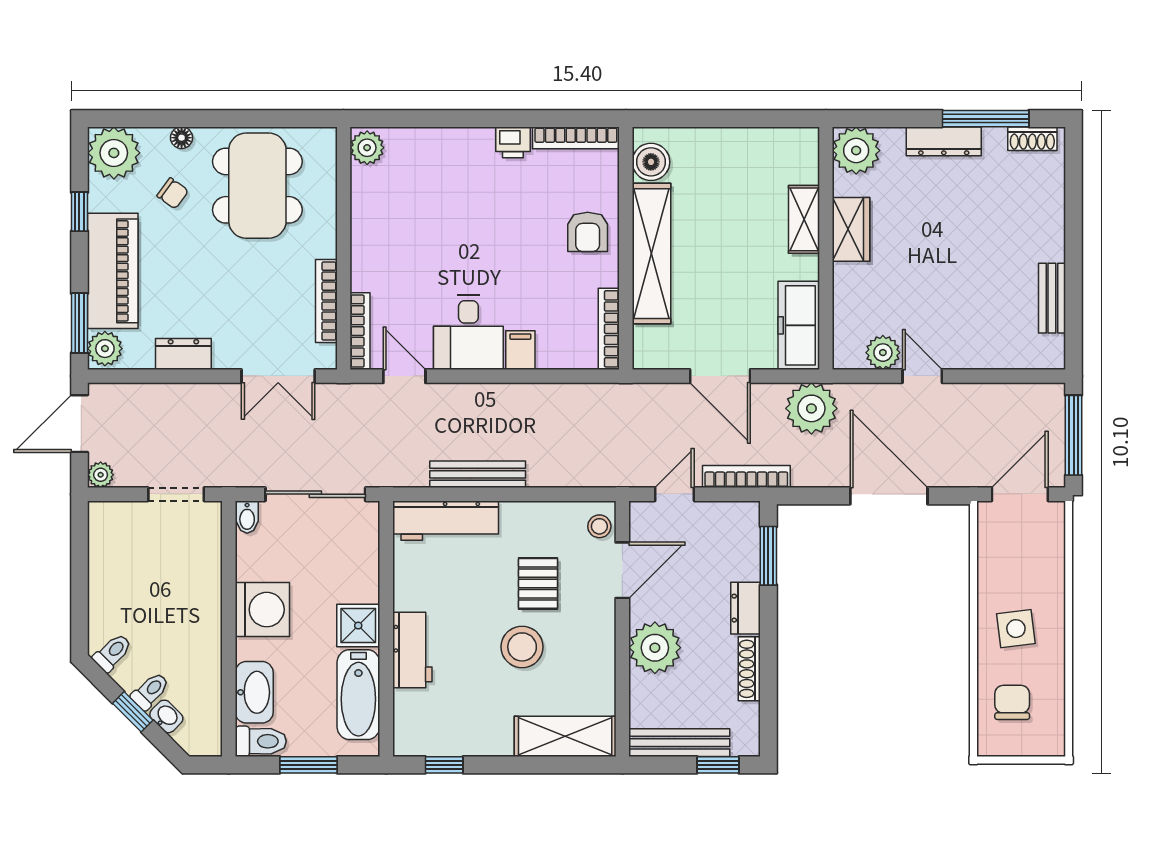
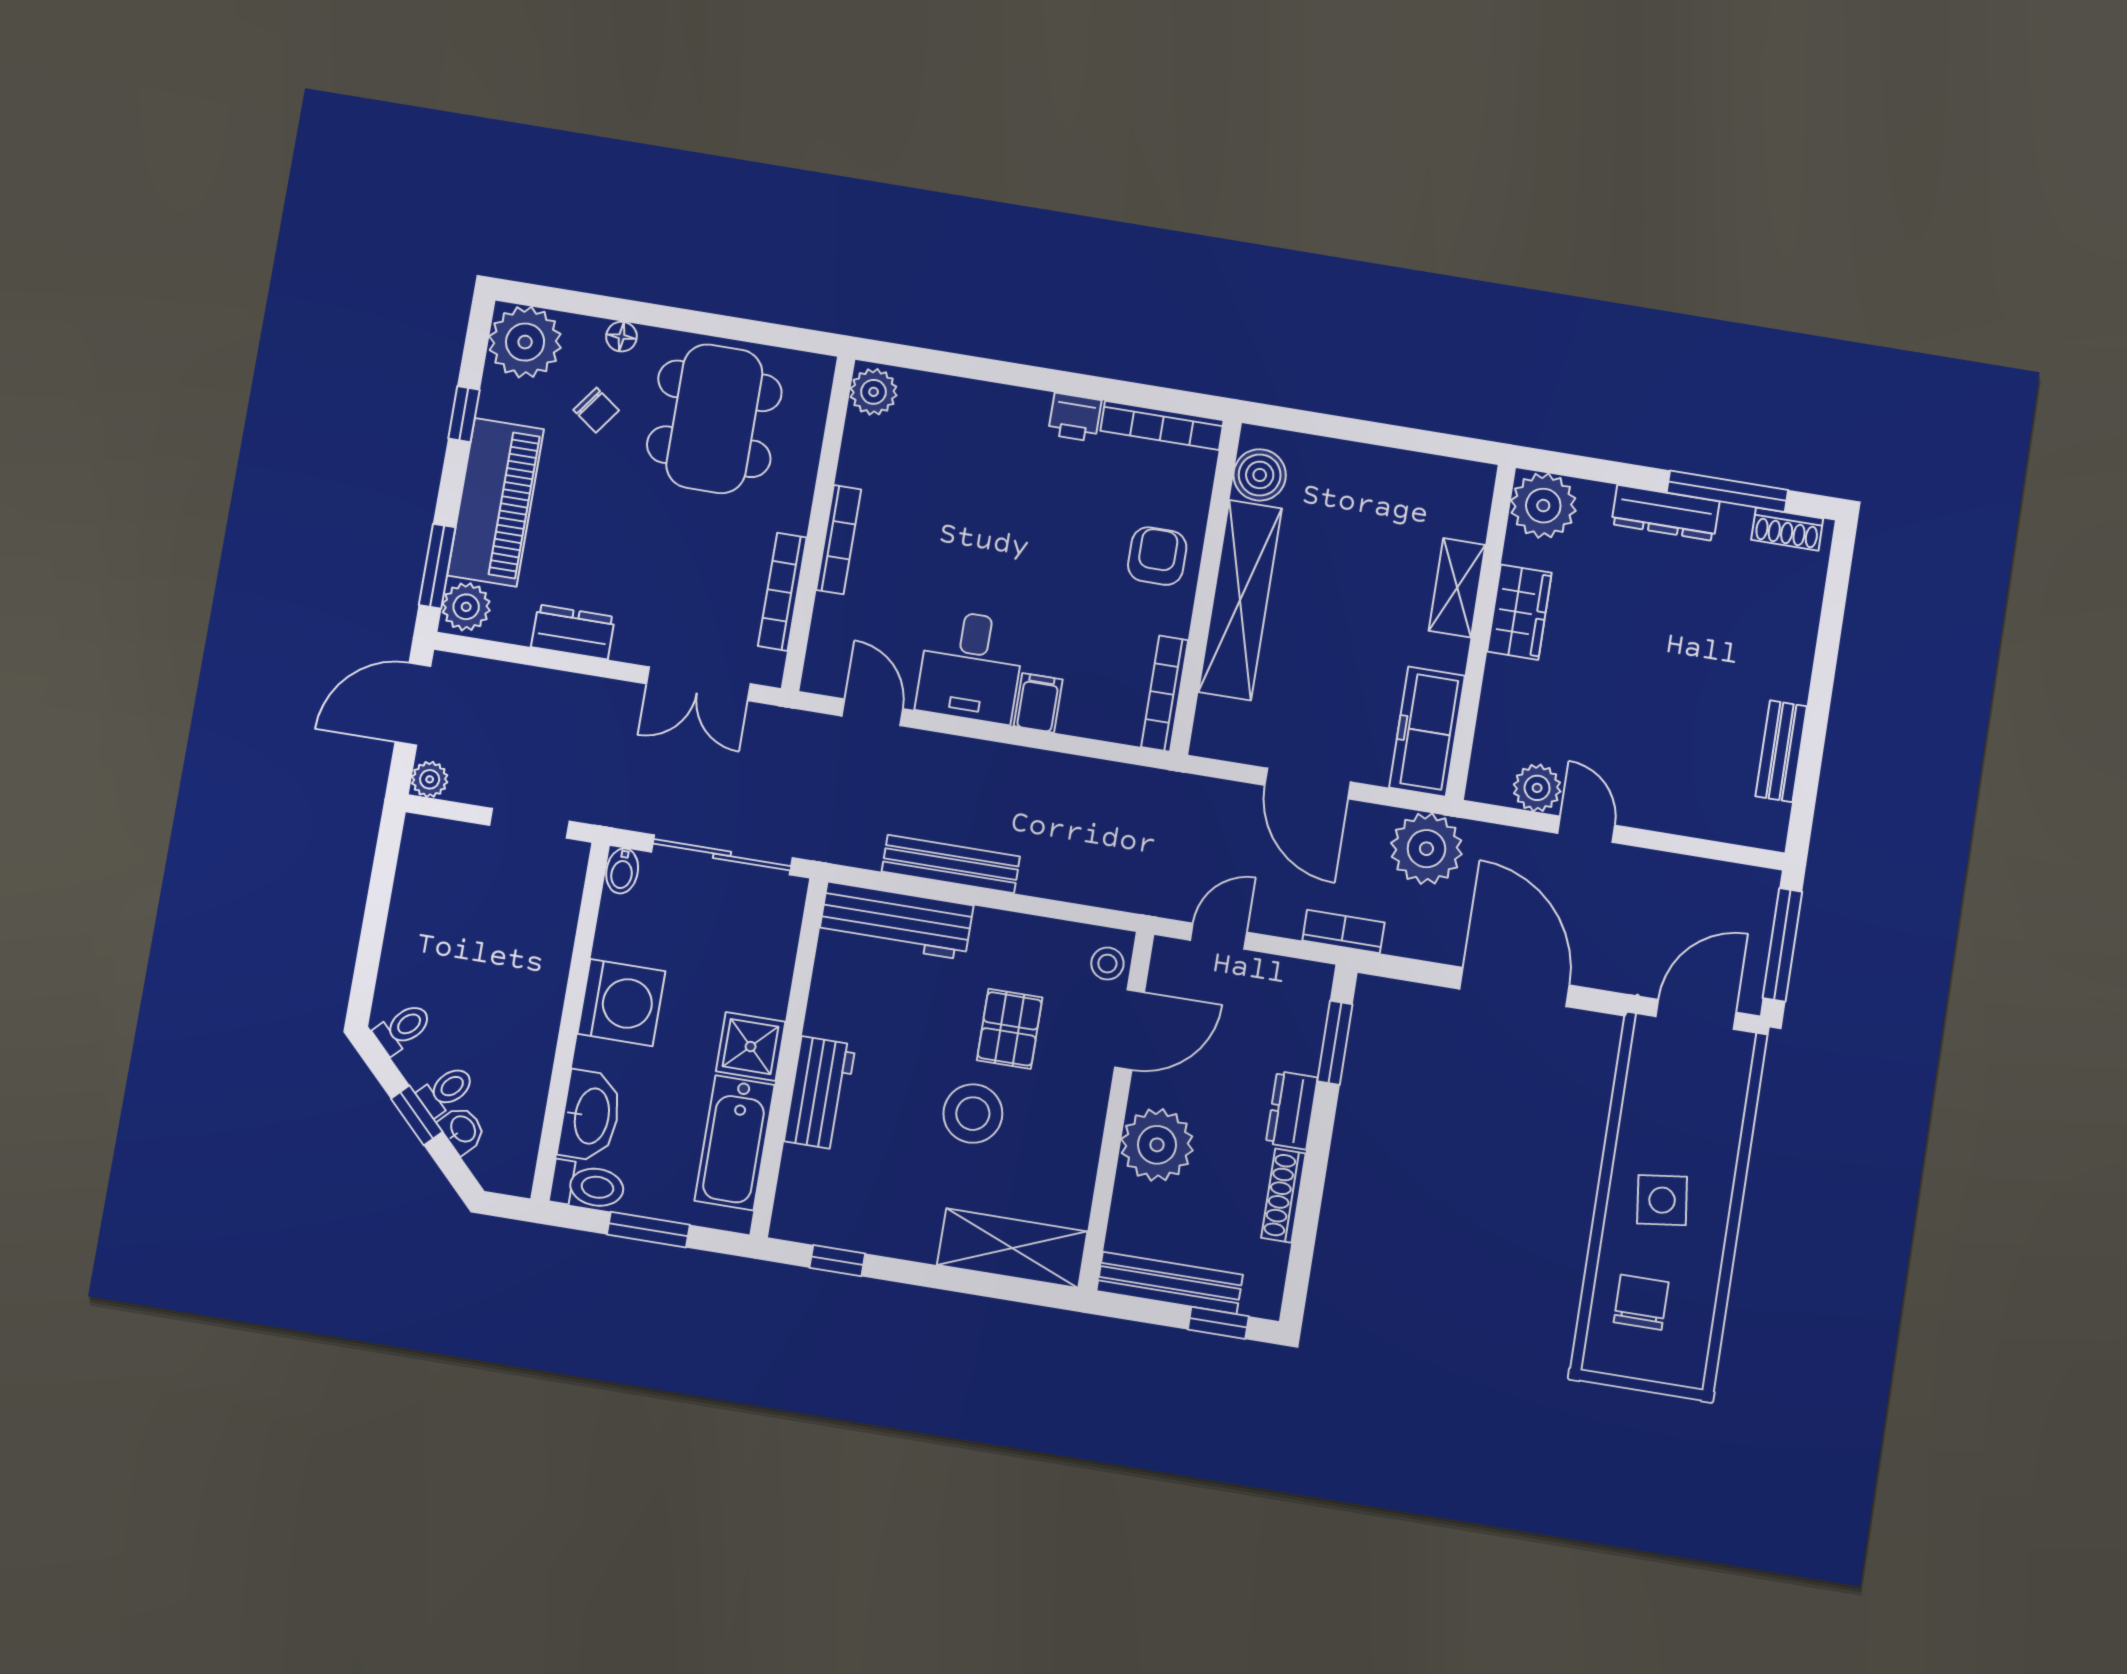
armchair: (588, 232) -> (1157, 556), turned 180
bookcase: (360, 331) -> (839, 540), moved
bookcase: (746, 476) -> (1343, 931), width x0.64

